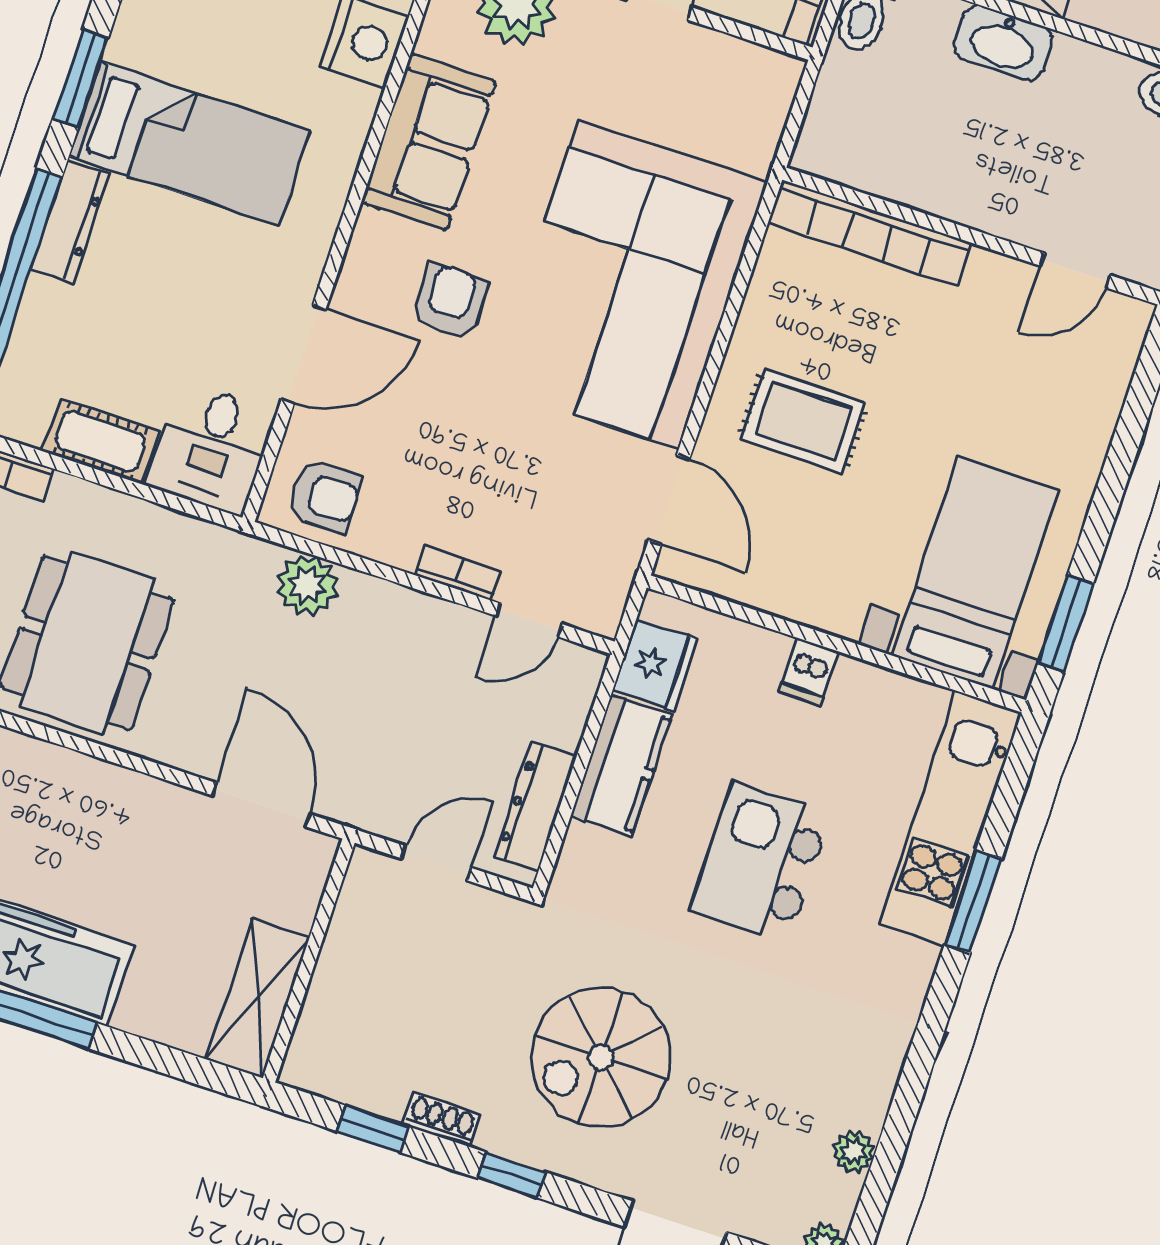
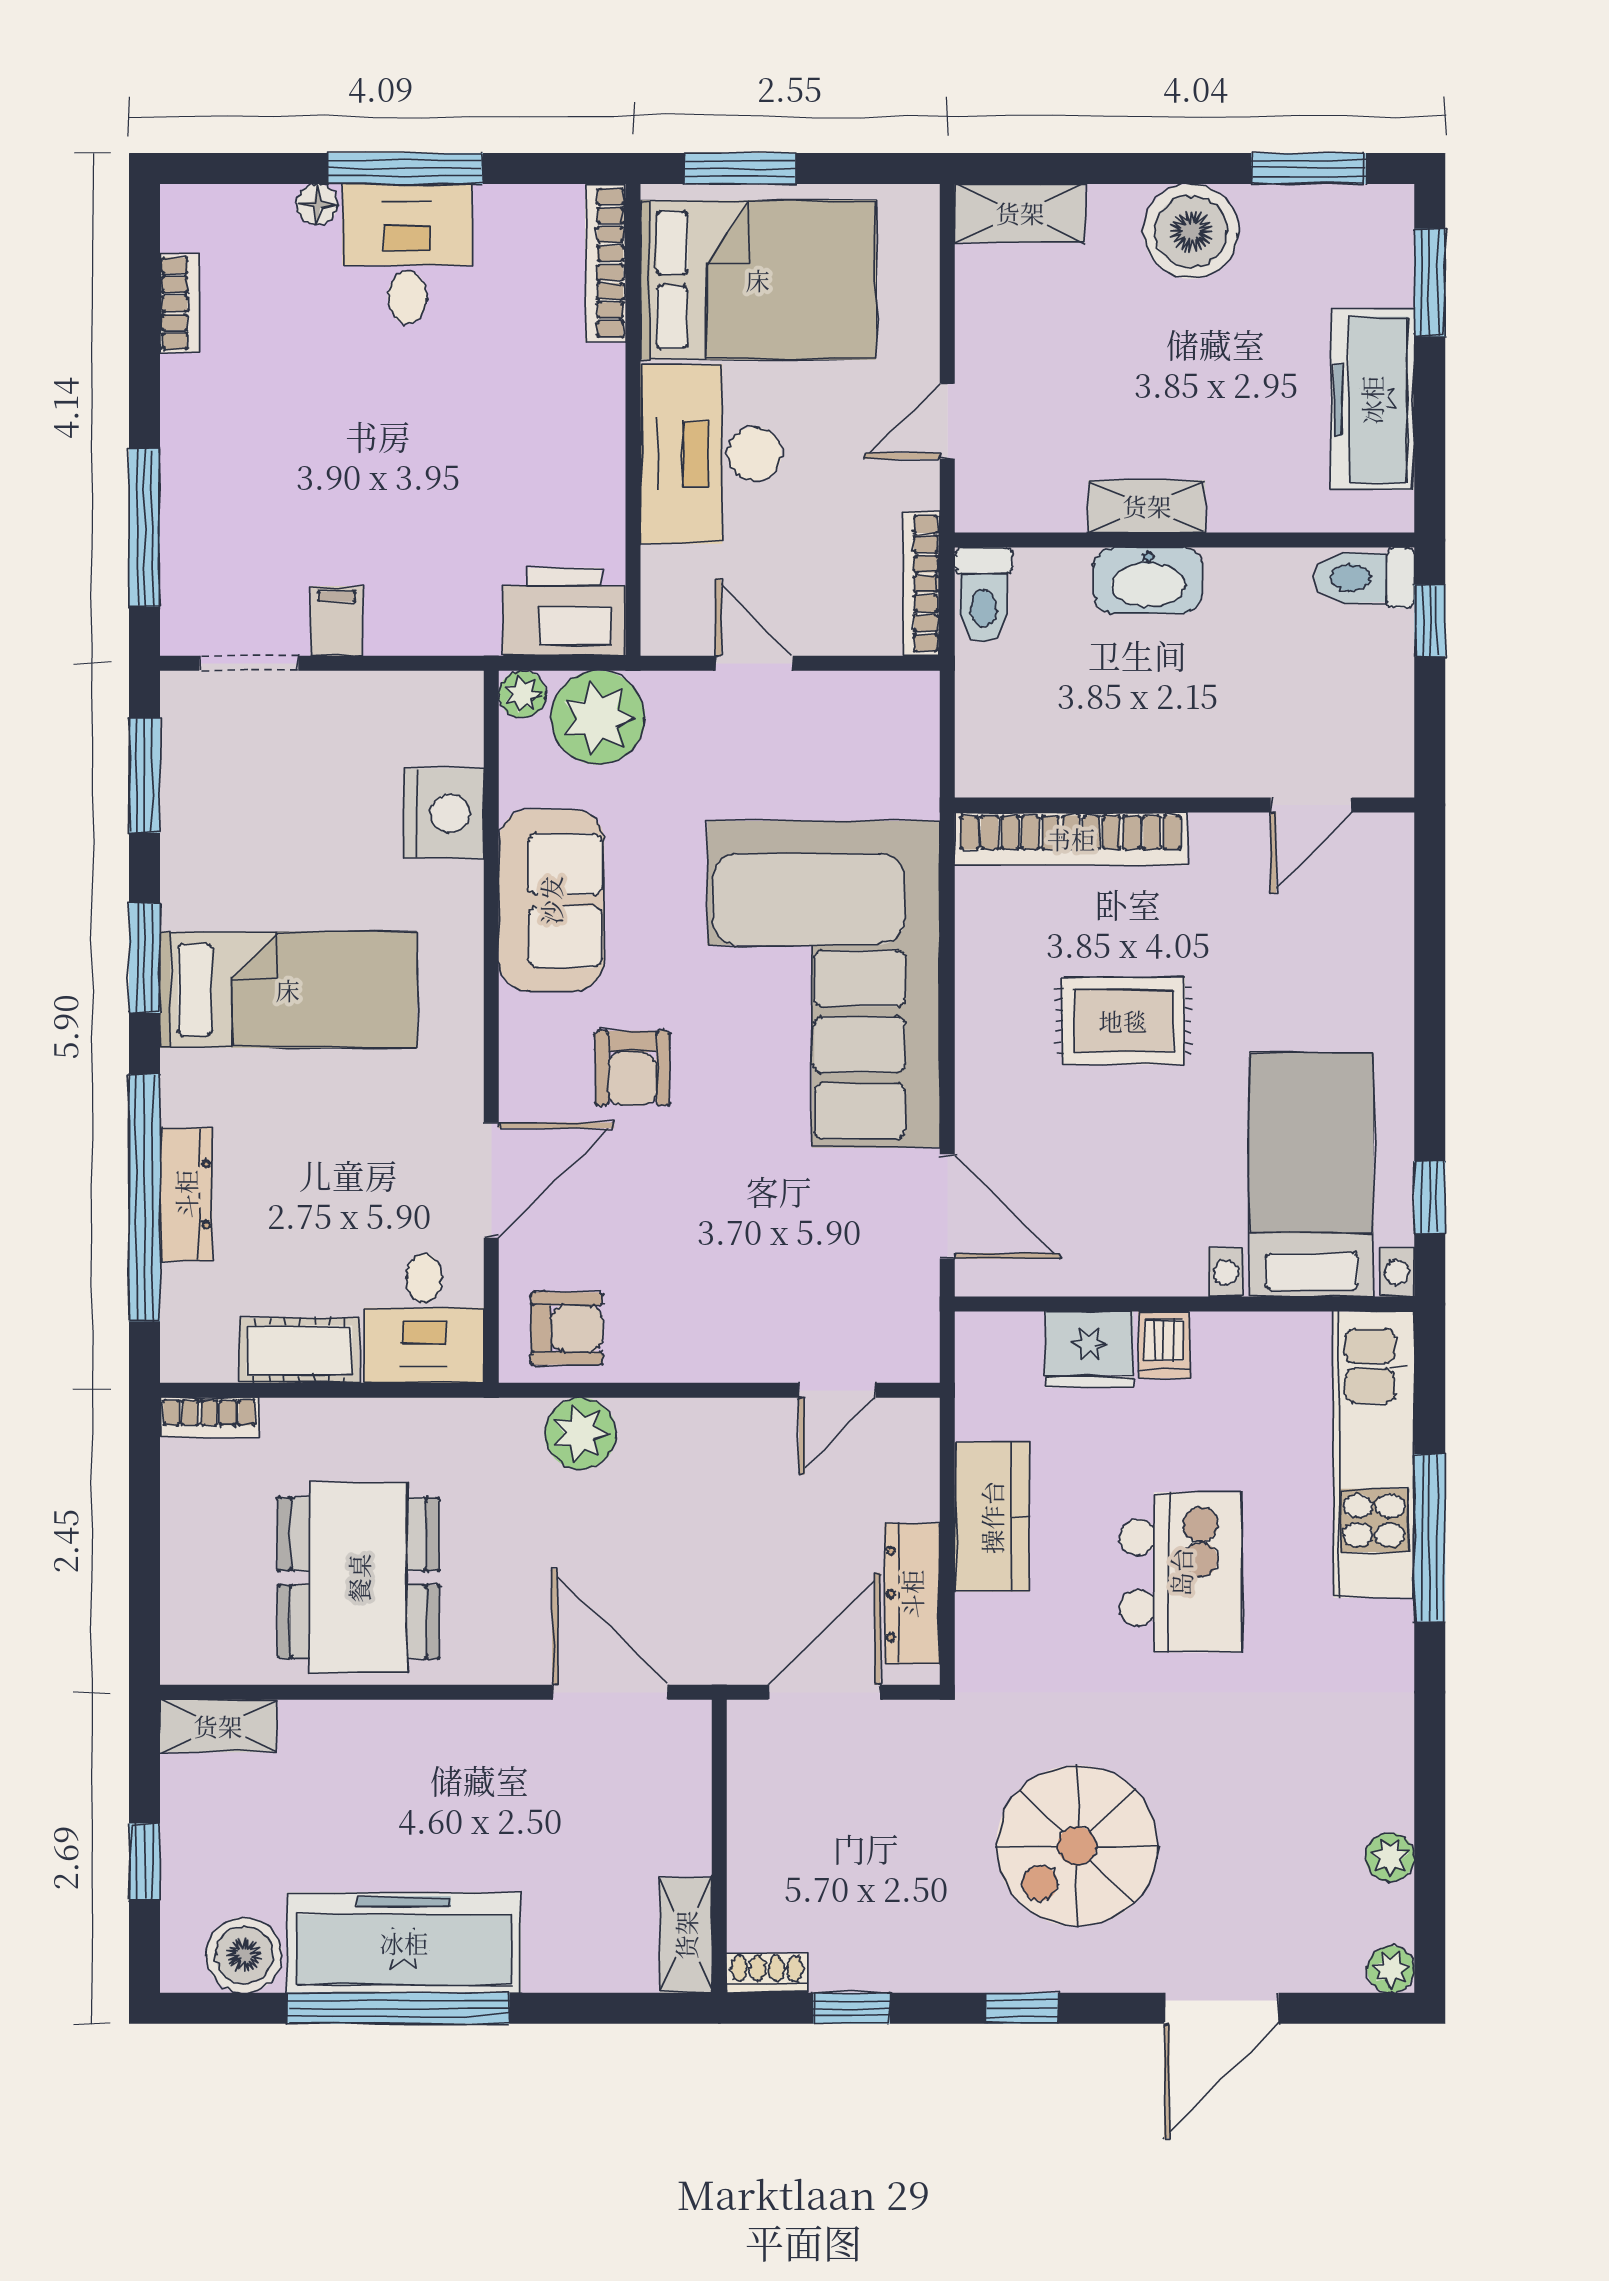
dresser: (71, 221) -> (186, 1194), moved
armchair: (449, 301) -> (632, 1068), turned 180
rug: (803, 421) -> (1123, 1021), moved
bookcase: (458, 573) -> (741, 1364), removed
window: (1066, 623) -> (1430, 1197), width x0.67
fridge: (655, 665) -> (1089, 1349), moved, turned 90
kitchen island: (760, 862) -> (1181, 1572), turned 180
door: (436, 863) -> (824, 1692), width x1.38
window: (973, 902) -> (1430, 1538), width x1.44
shelving: (258, 998) -> (686, 1935), width x0.67, depth x0.75
shoe rack: (441, 1120) -> (767, 1973), moved

